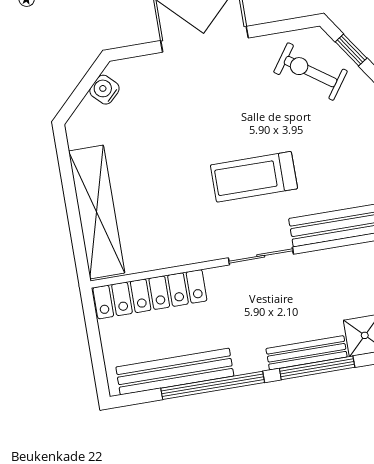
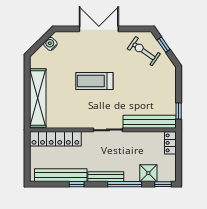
treadmill: (254, 177) -> (94, 81), moved
bench: (307, 353) -> (106, 177), moved
window: (213, 385) -> (77, 184), width x0.32

